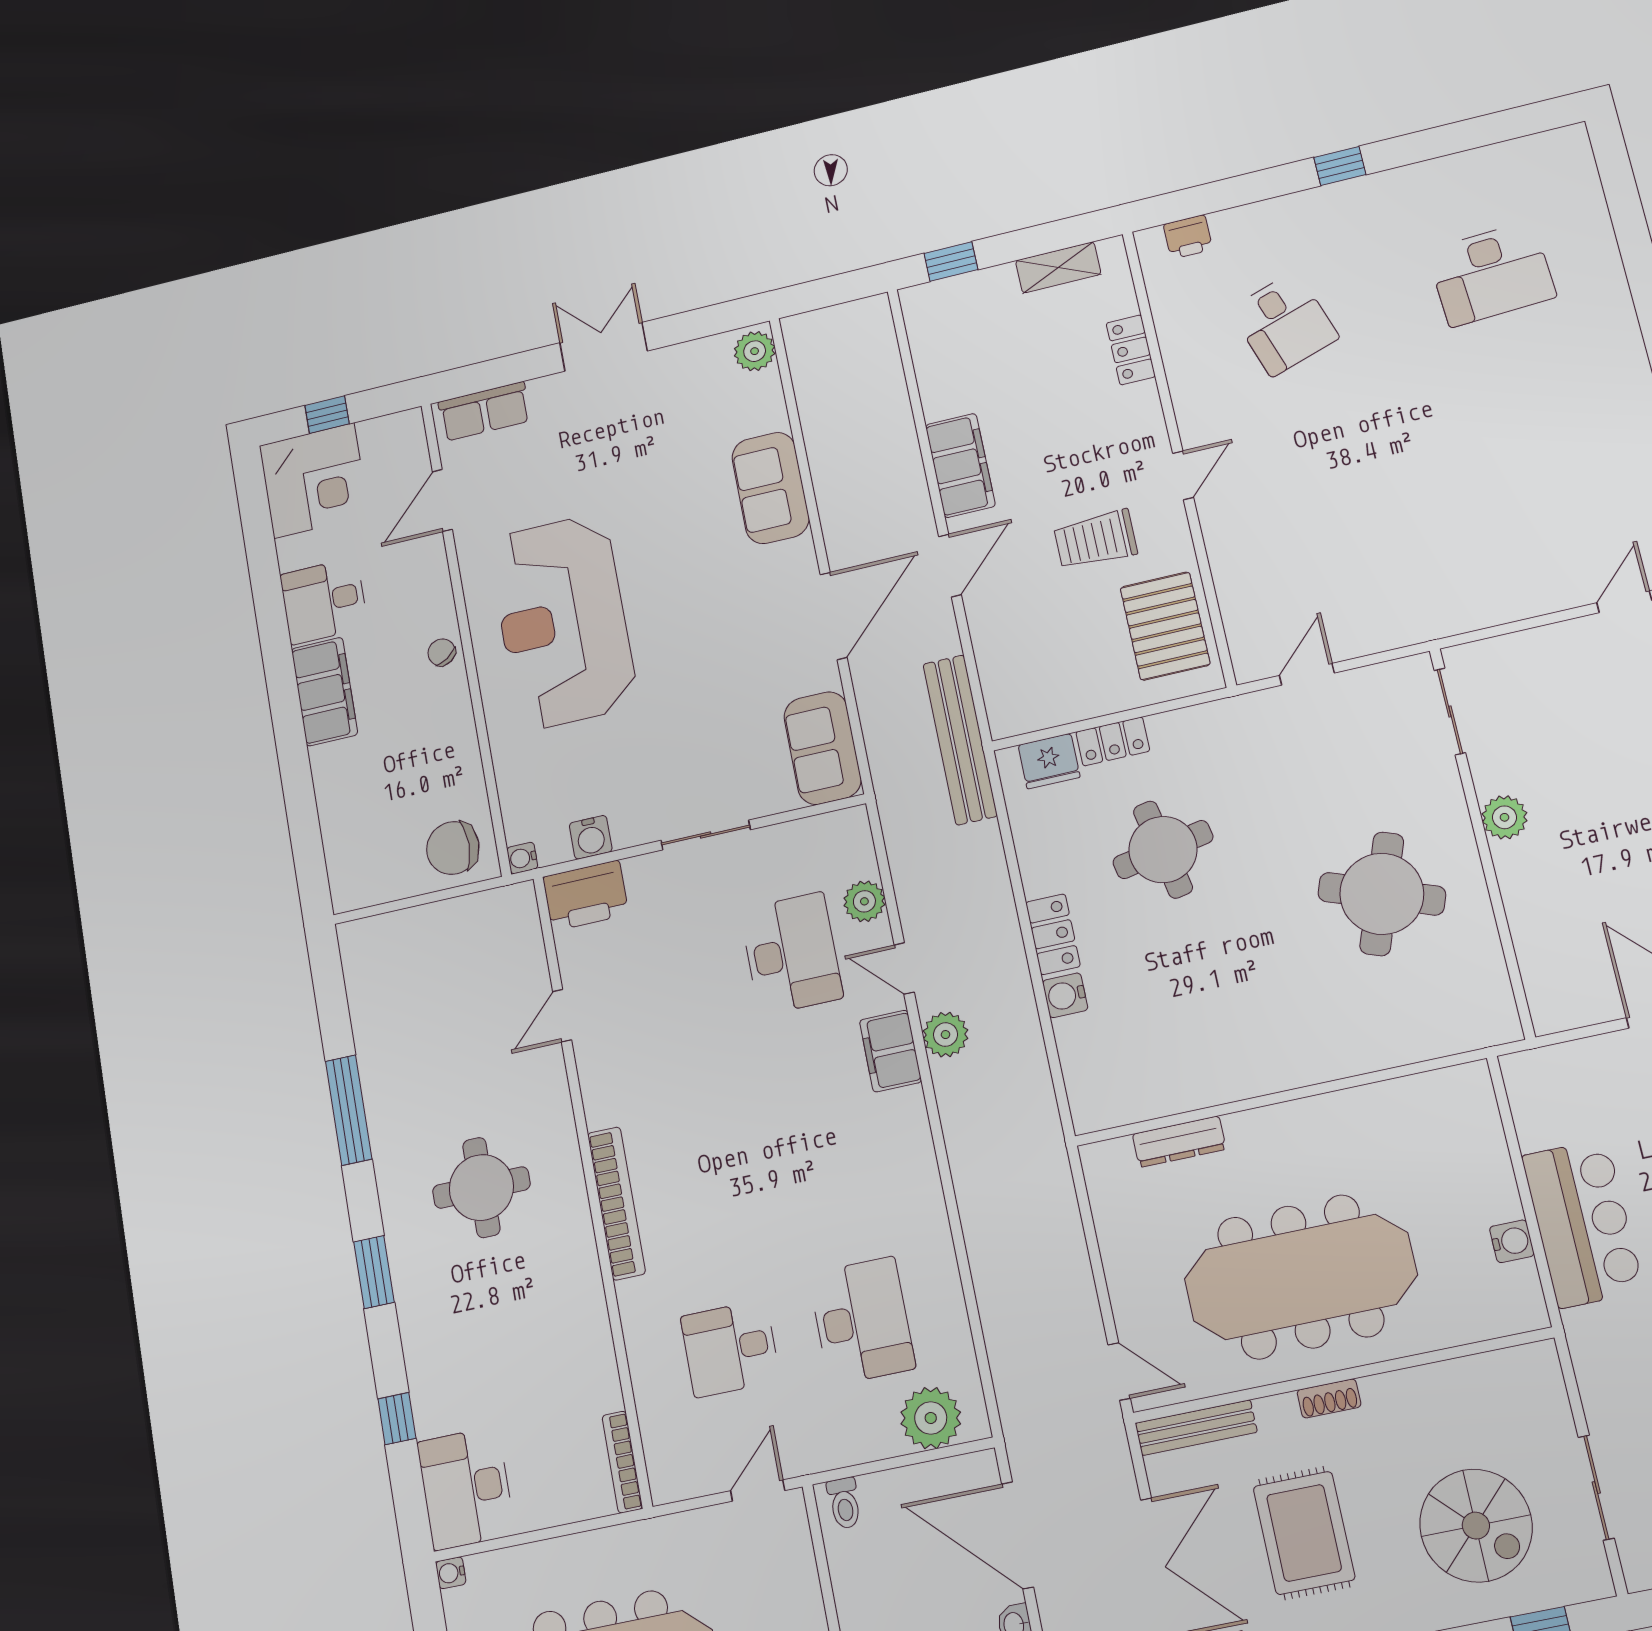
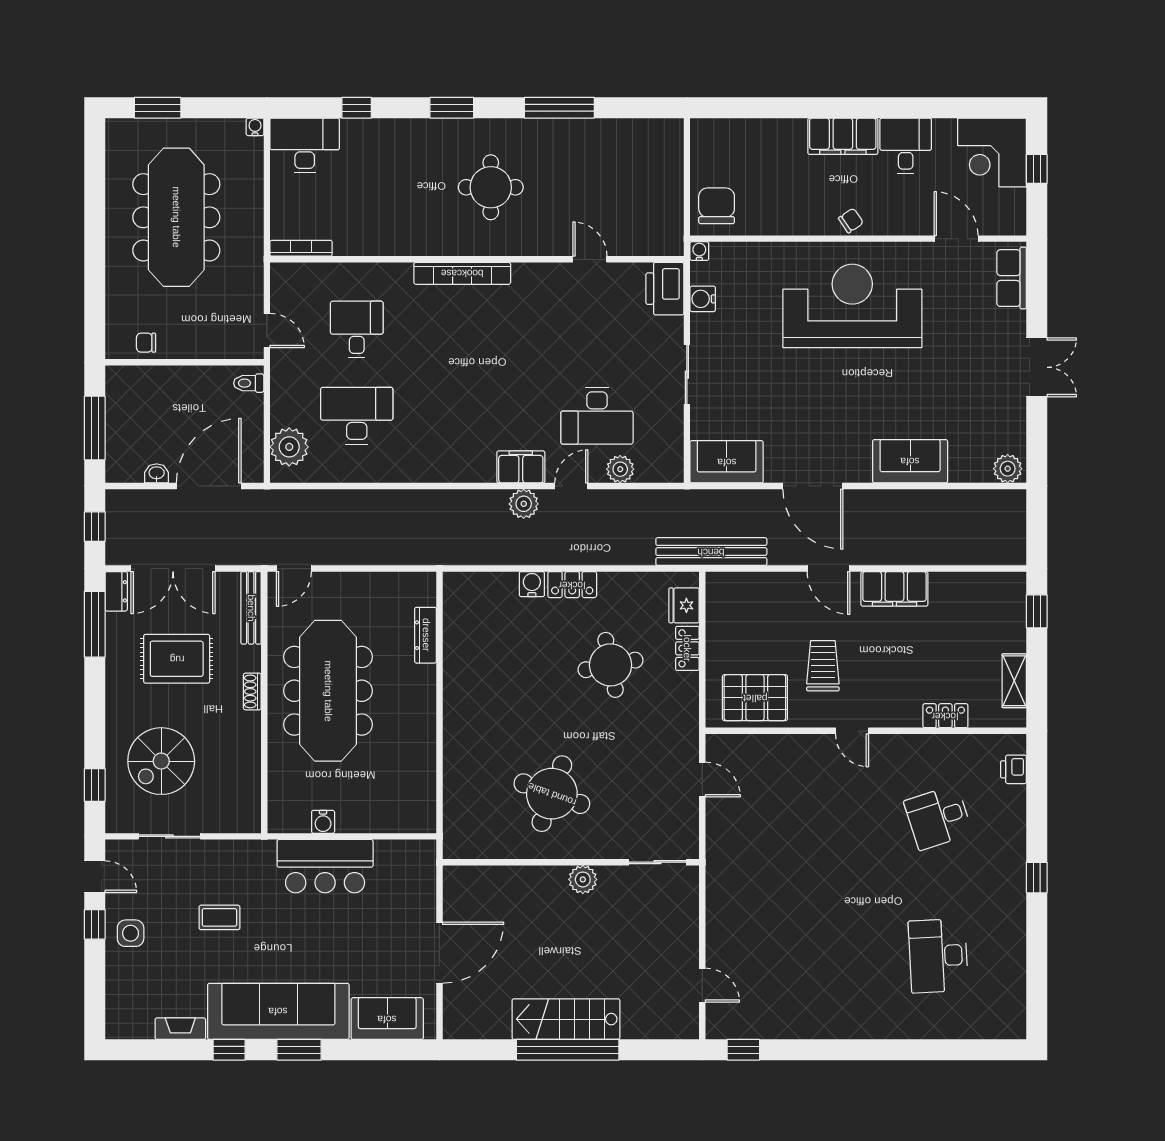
desk: (862, 1321) -> (357, 416), turned 180

